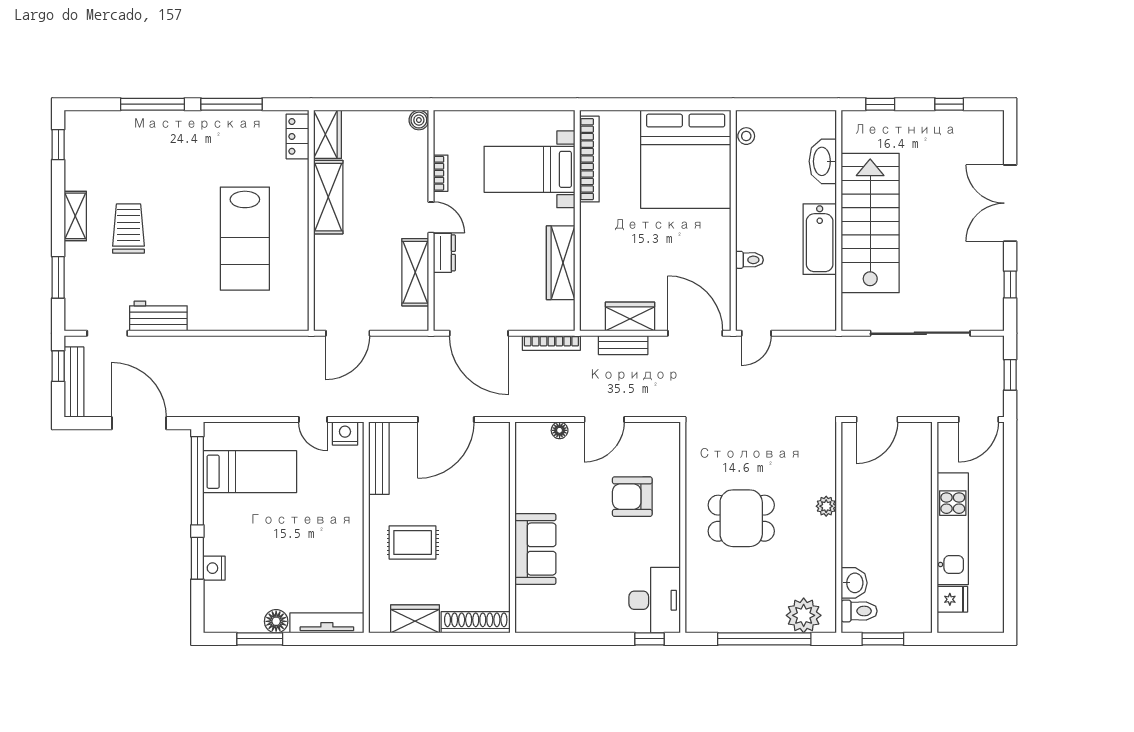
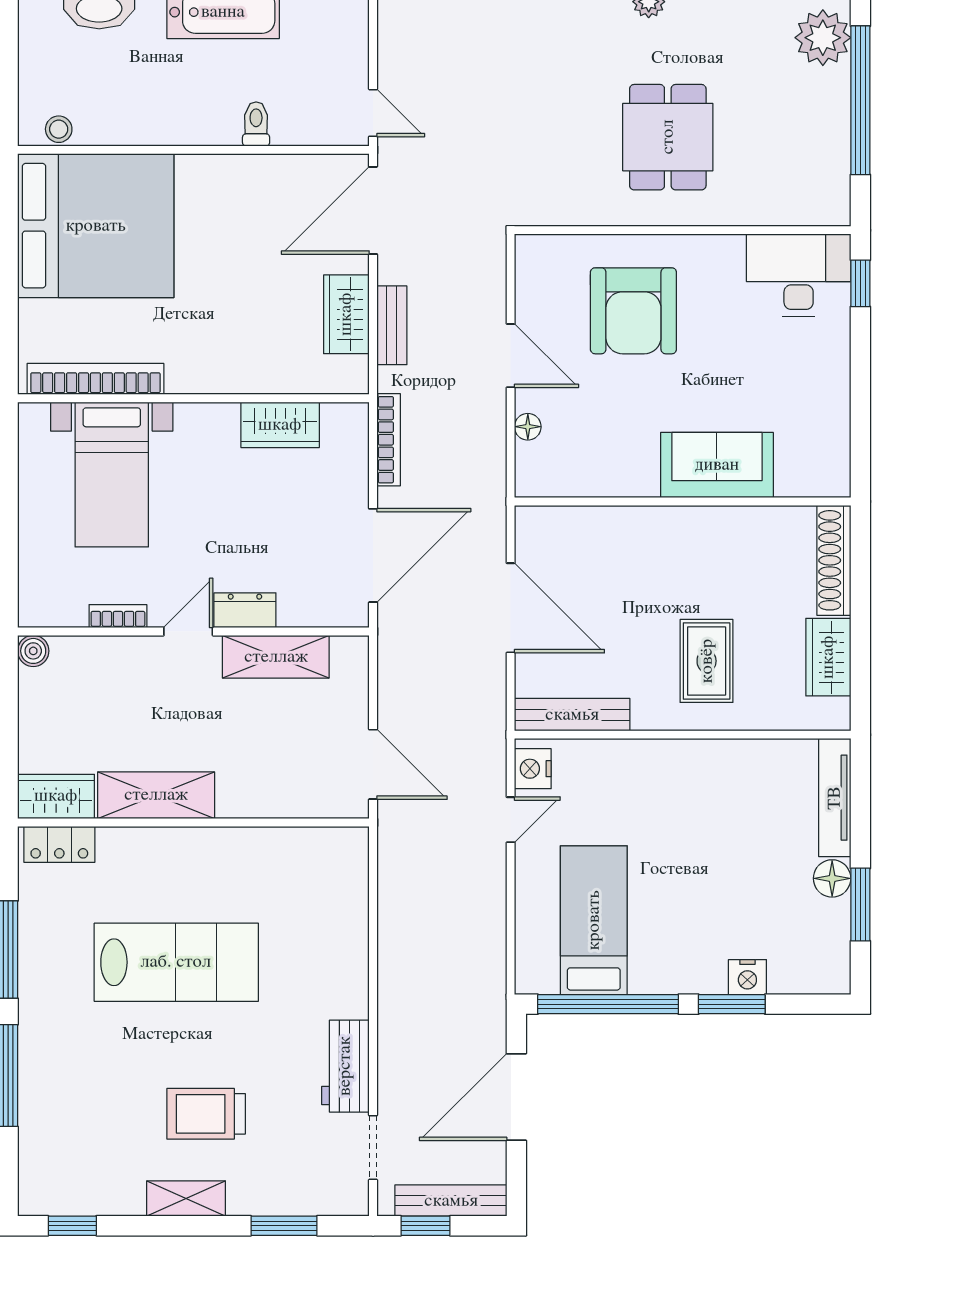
lab bench: (245, 239) -> (176, 962), moved
wardrobe: (561, 263) -> (280, 425), width x0.67
armchair: (632, 497) -> (633, 311), width x1.36, depth x1.36

